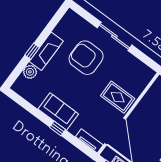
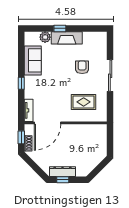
armchair: (86, 58) -> (82, 67), width x0.53, depth x0.53
rug: (118, 97) -> (84, 102), moved, turned 90
sofa: (58, 111) -> (33, 60), moved

